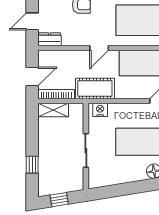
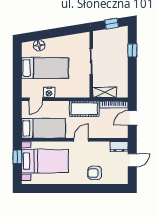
shelving: (53, 110) -> (105, 92), moved
nightstand: (100, 110) -> (49, 92), moved

